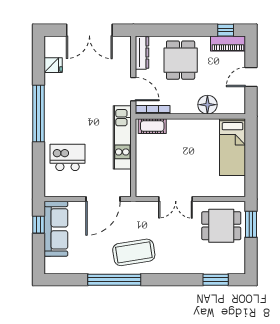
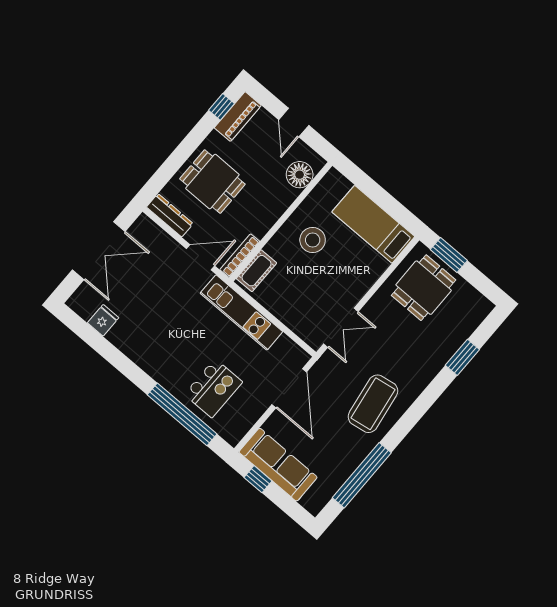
floor lamp: (207, 105) -> (300, 175), moved
window: (38, 113) -> (182, 414), moved
stool: (195, 142) -> (313, 240), added
bed: (232, 147) -> (373, 224), moved, turned 180
kitchen island: (67, 157) -> (213, 388), turned 180
double door: (176, 199) -> (341, 328), moved
window: (114, 280) -> (362, 475), moved
window: (216, 280) -> (462, 357), moved

